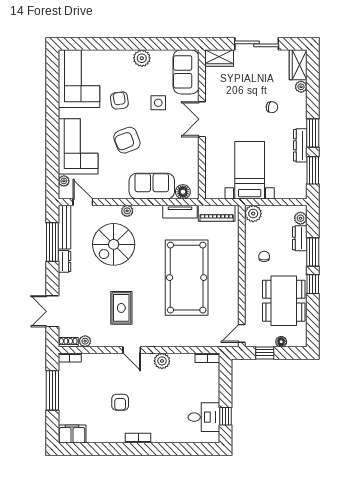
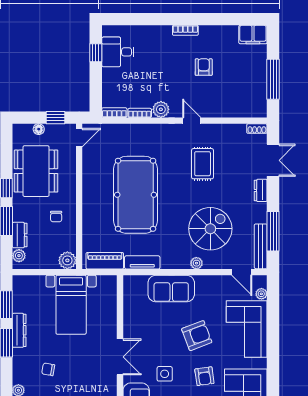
floor lamp: (183, 192) -> (139, 283), removed
dresser: (65, 261) -> (261, 190), moved
plant: (85, 341) -> (240, 130), removed
bookcase: (70, 358) -> (140, 113), moved

